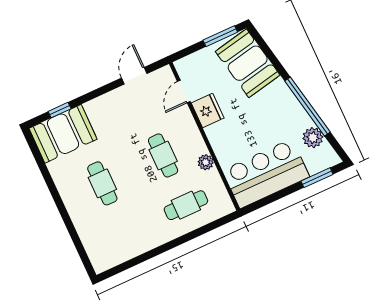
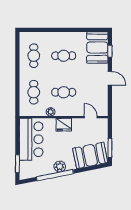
door: (134, 76) -> (110, 78), moved
fridge: (208, 111) -> (64, 125), moved
plant: (313, 138) -> (60, 167), moved
cafe table: (125, 233) -> (34, 56), added

